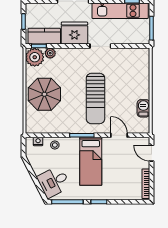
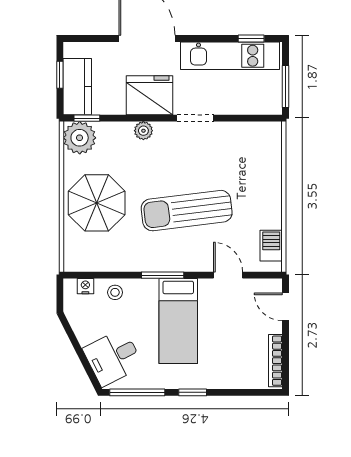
kitchen counter: (44, 36) -> (77, 87), moved, turned 90
plant: (50, 53) -> (143, 131), moved
sun lounger: (95, 99) -> (187, 211), turned 83
barbecue: (143, 108) -> (271, 246), moved

